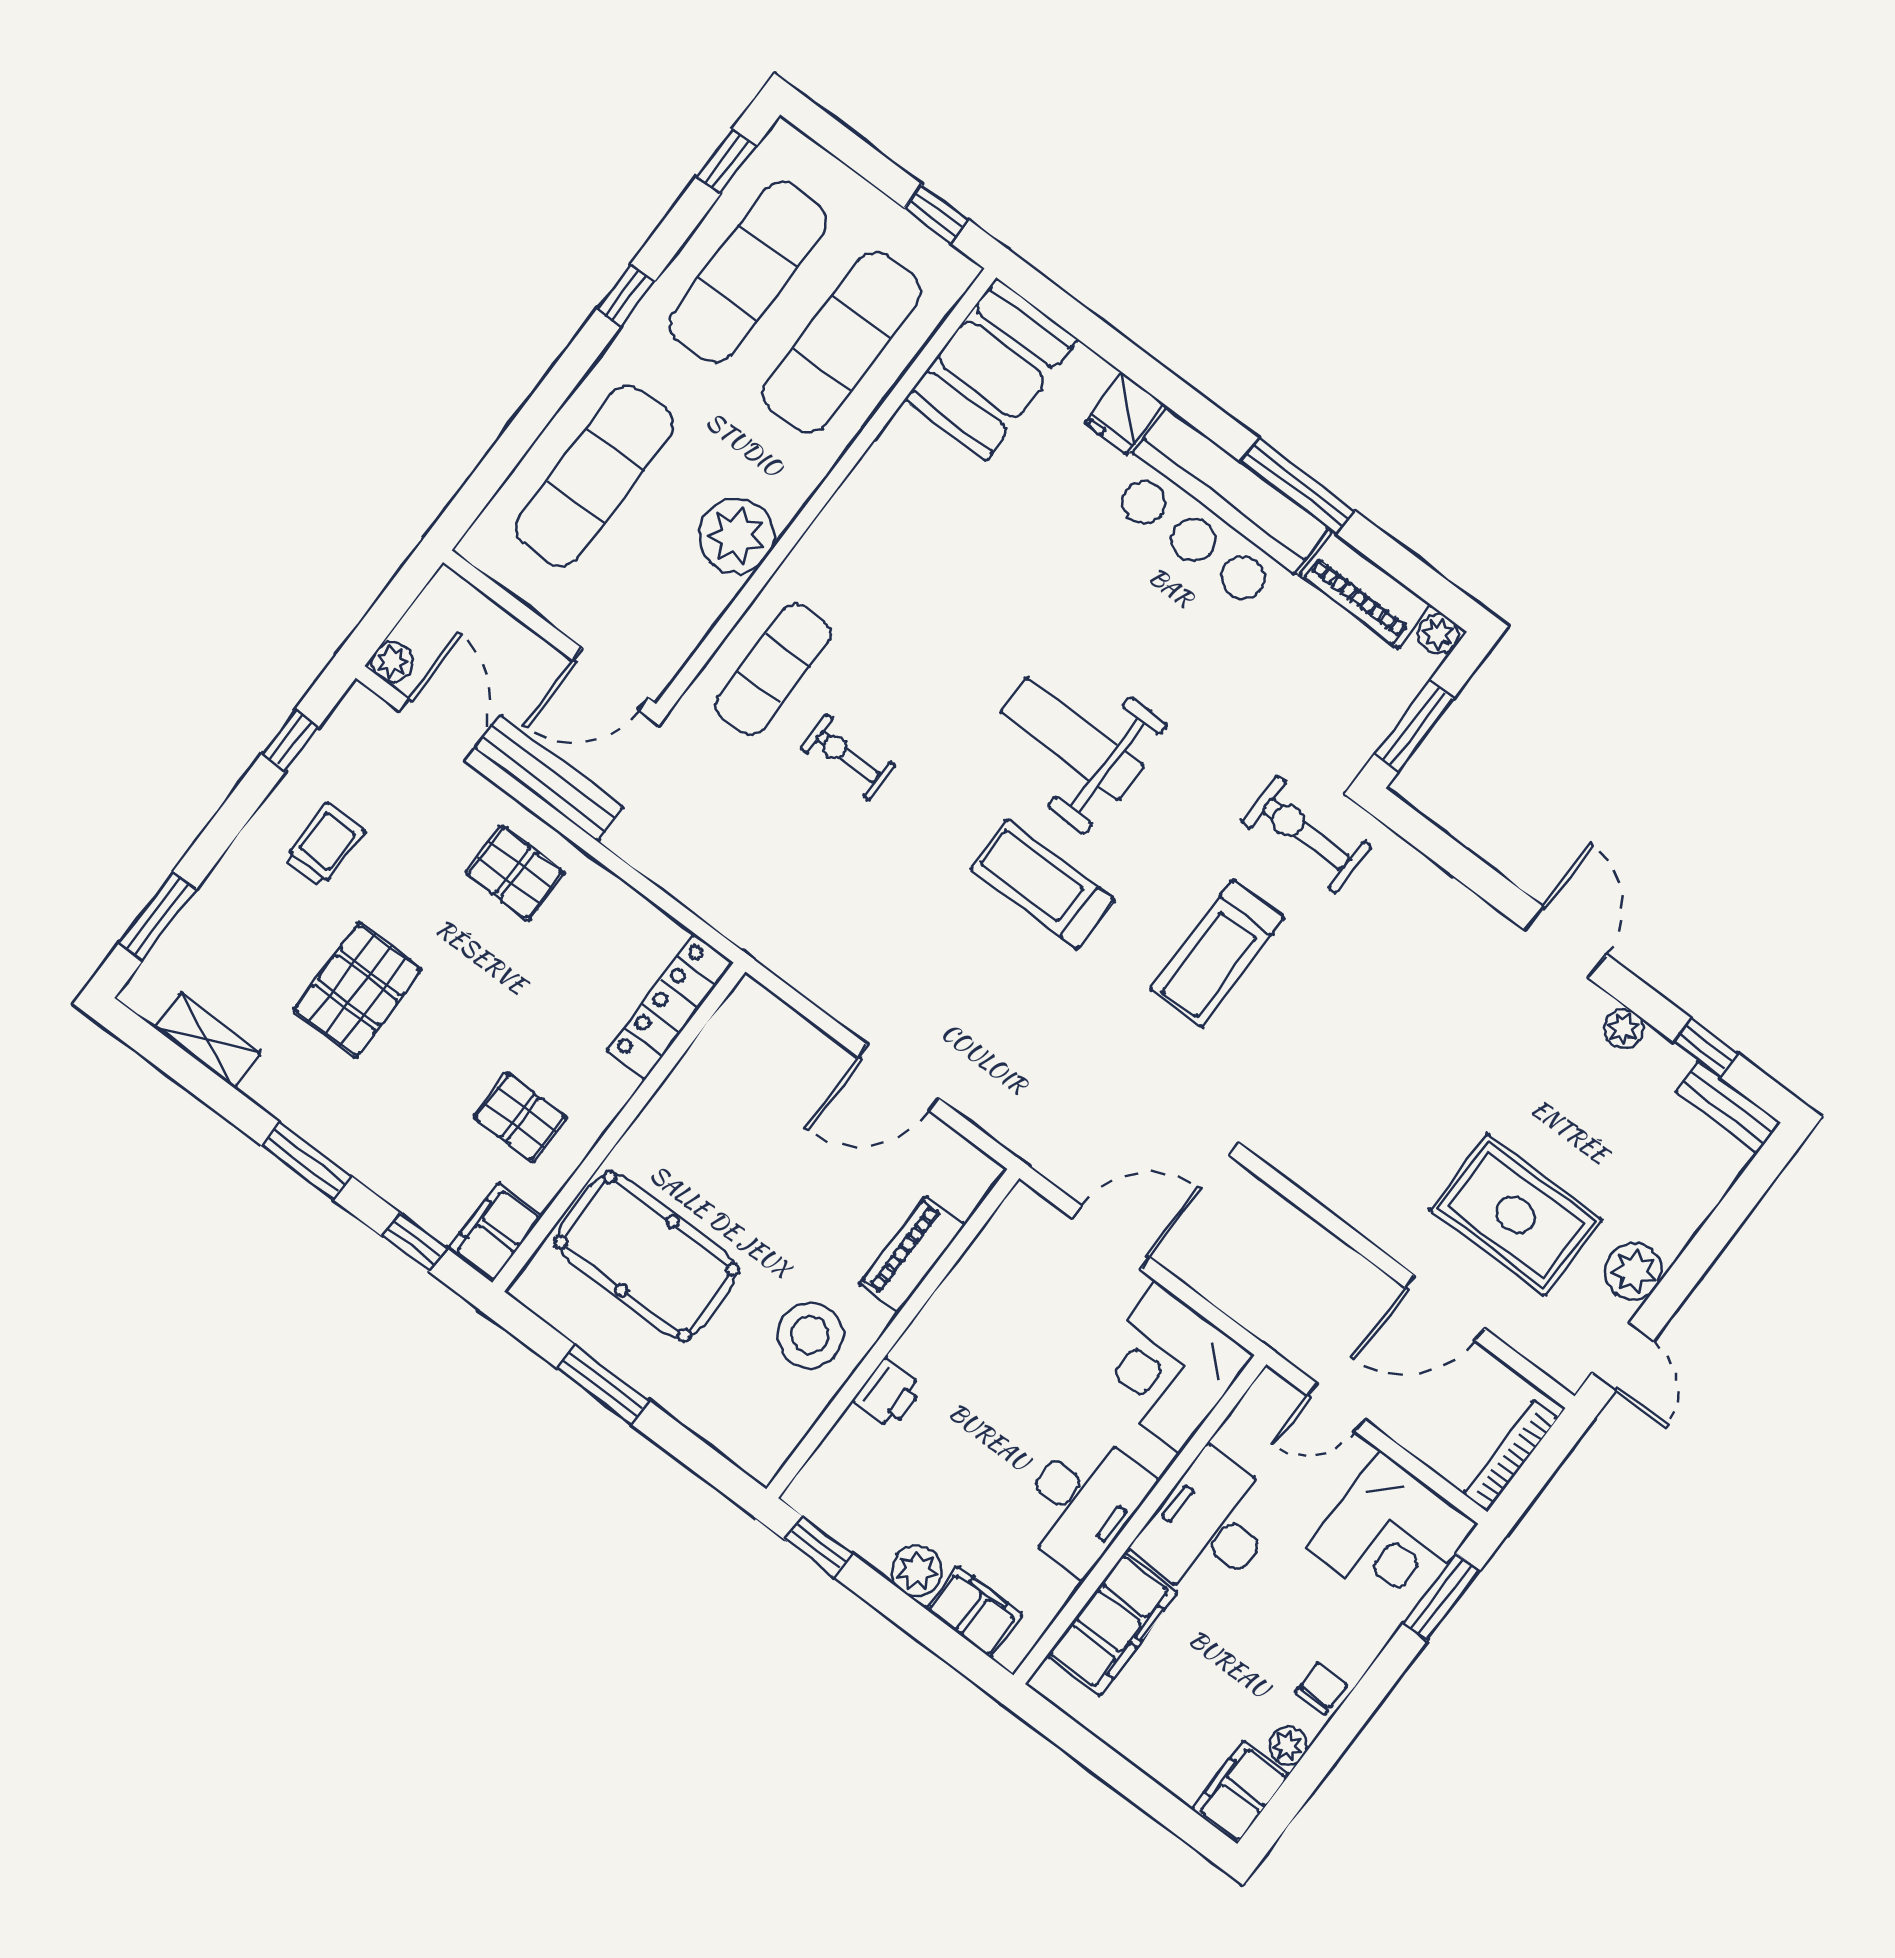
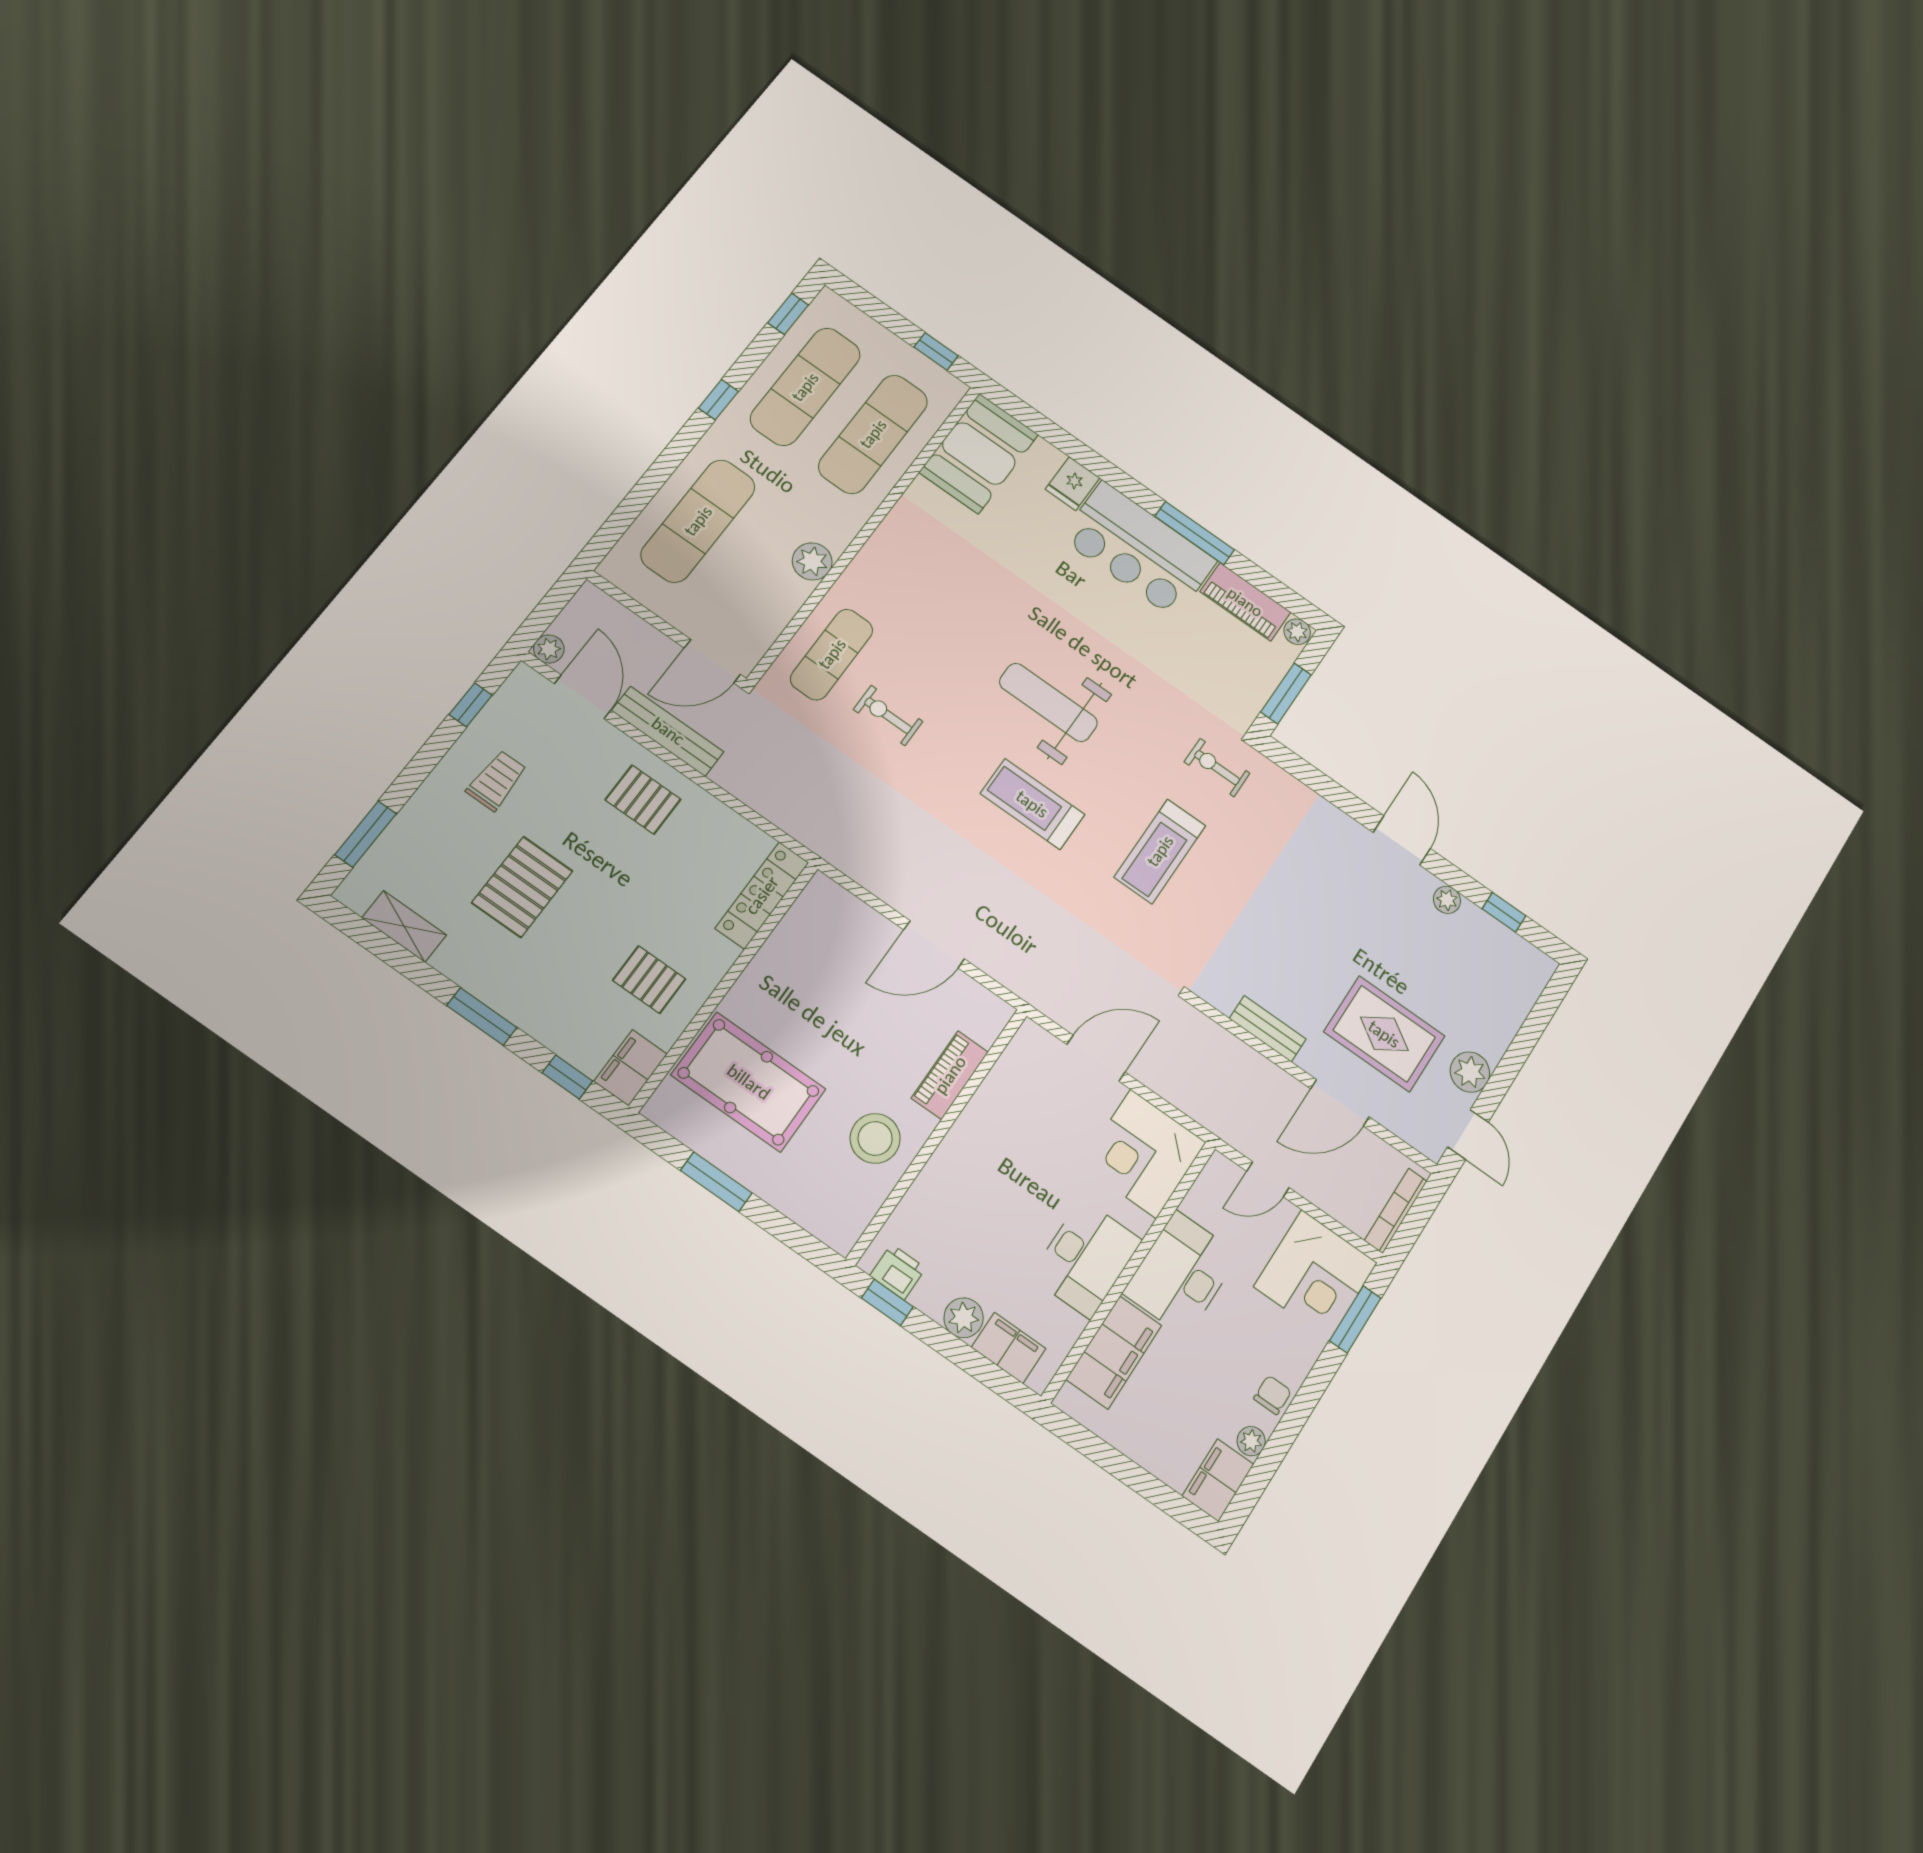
plant: (736, 536) -> (812, 561), width x0.73, depth x0.73
exercise bike: (1306, 834) -> (1217, 768), width x0.73, depth x0.72
bench: (1728, 1107) -> (1268, 1029), moved
printer: (888, 1393) -> (898, 1272), moved, turned -90

